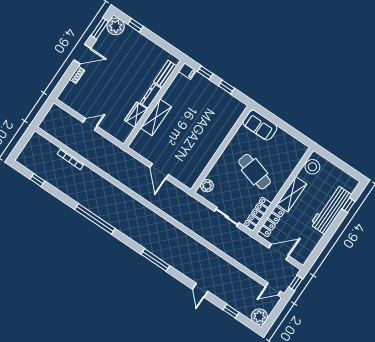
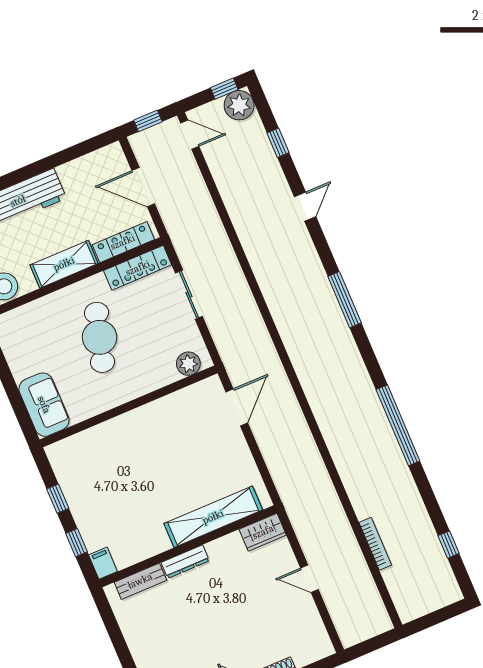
wardrobe: (136, 115) -> (263, 532), moved
shelving: (156, 117) -> (213, 517), width x1.47
door: (159, 171) -> (237, 407), moved
window: (271, 320) -> (224, 89), added

